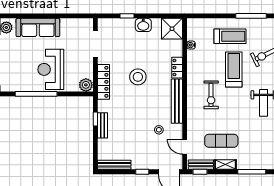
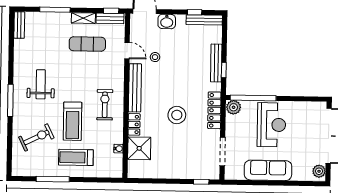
window: (127, 16) -> (201, 182), moved
washbasin: (143, 25) -> (167, 21), moved, turned 180
sofa: (38, 27) -> (268, 170), moved
shower: (172, 29) -> (139, 148), moved
window: (36, 94) -> (253, 98), moved
exercise bike: (211, 95) -> (105, 105), moved
bench: (103, 125) -> (216, 63), width x1.36
door: (185, 147) -> (127, 51), moved
window: (142, 172) -> (195, 12), moved

